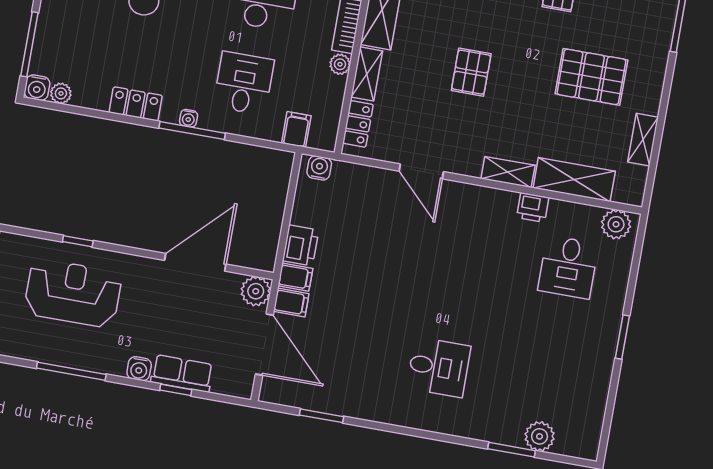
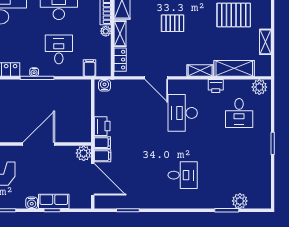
pallet: (471, 72) -> (173, 23), turned 90
desk: (460, 248) -> (183, 113), added
door: (195, 262) -> (39, 144), moved

